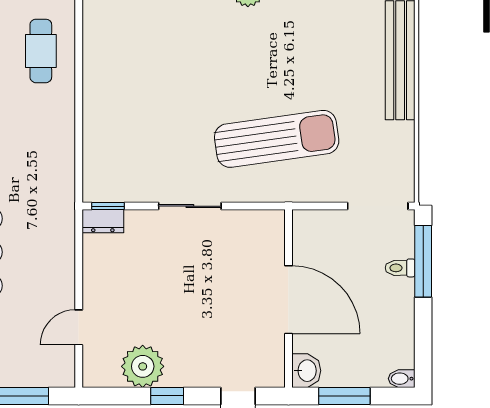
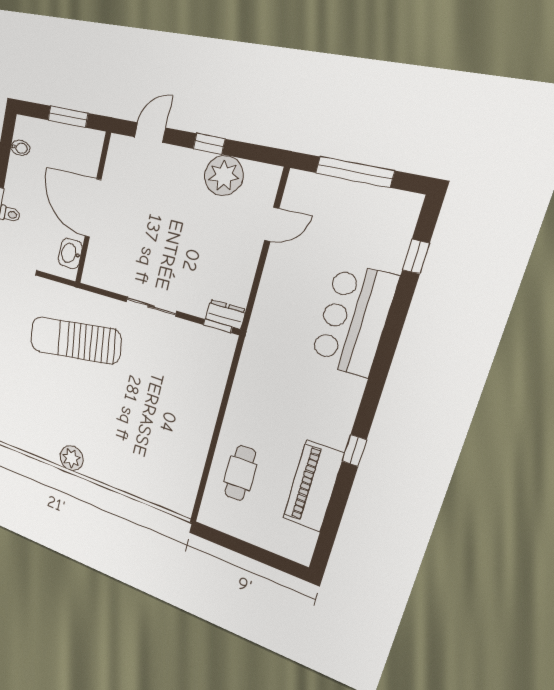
washbasin: (306, 371) -> (70, 253), moved
bidet: (402, 379) -> (20, 148), moved

